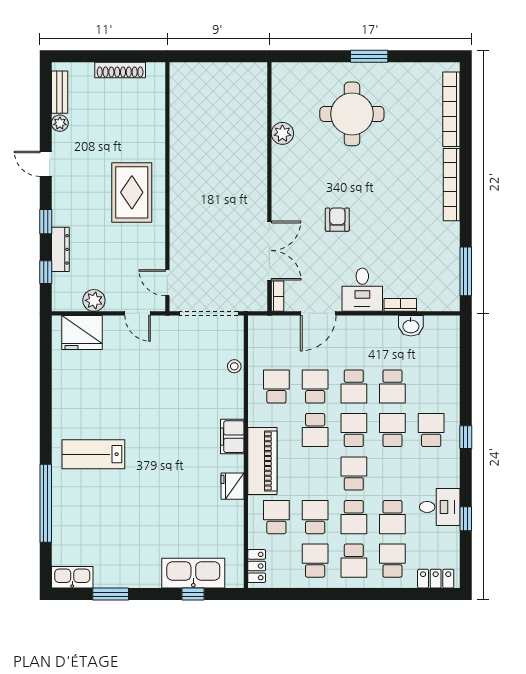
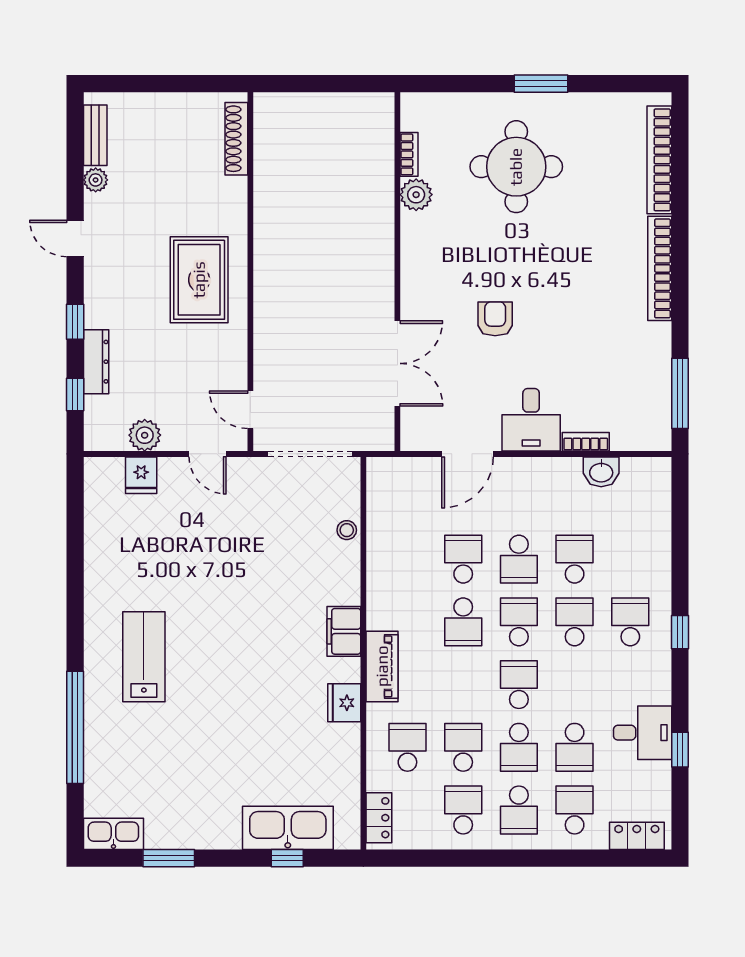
shoe rack: (120, 70) -> (236, 139), moved, turned 90
bookcase: (277, 296) -> (409, 154), moved
fridge: (82, 332) -> (141, 475), width x0.53, depth x0.75
school desk: (276, 386) -> (407, 559), removed
school desk: (392, 386) -> (575, 559), turned 180
lab bench: (93, 454) -> (144, 657), turned 90
piano: (262, 461) -> (382, 666), width x0.73, depth x0.75

